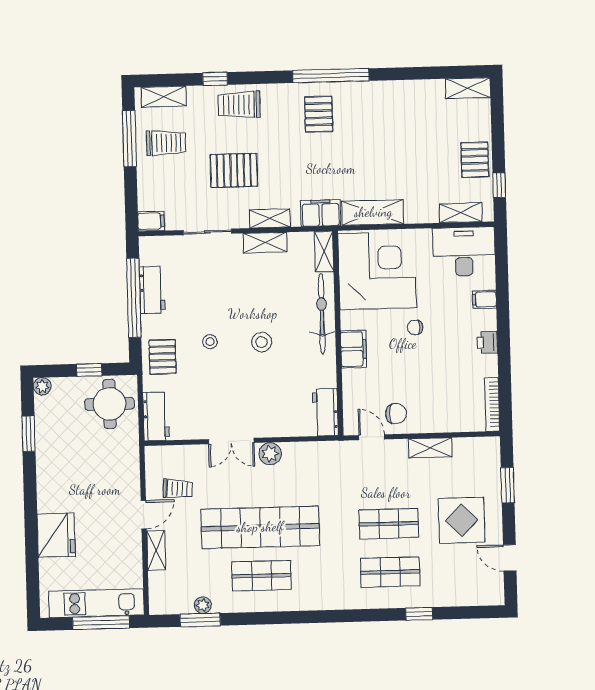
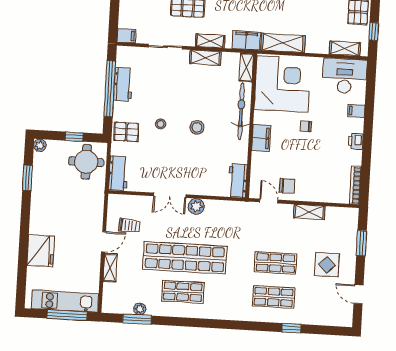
pallet: (162, 357) -> (126, 132), turned 90
display table: (462, 520) -> (327, 265), width x0.73, depth x0.73

